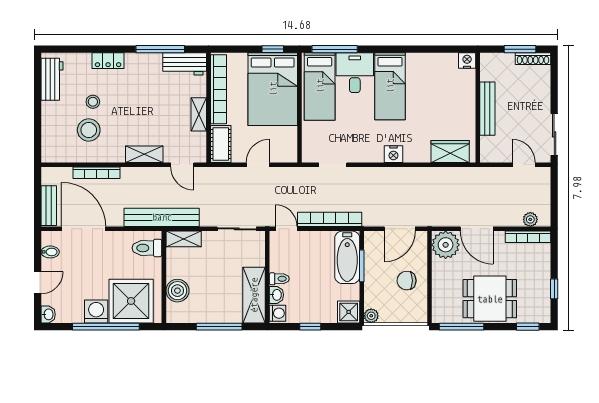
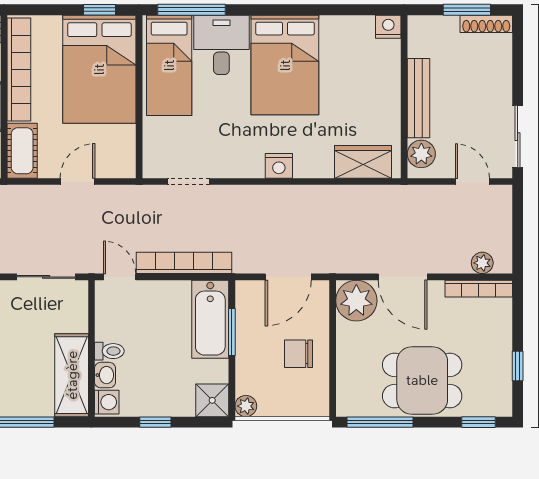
bed: (390, 86) -> (285, 65), width x1.50
plant: (489, 146) -> (421, 154), added

